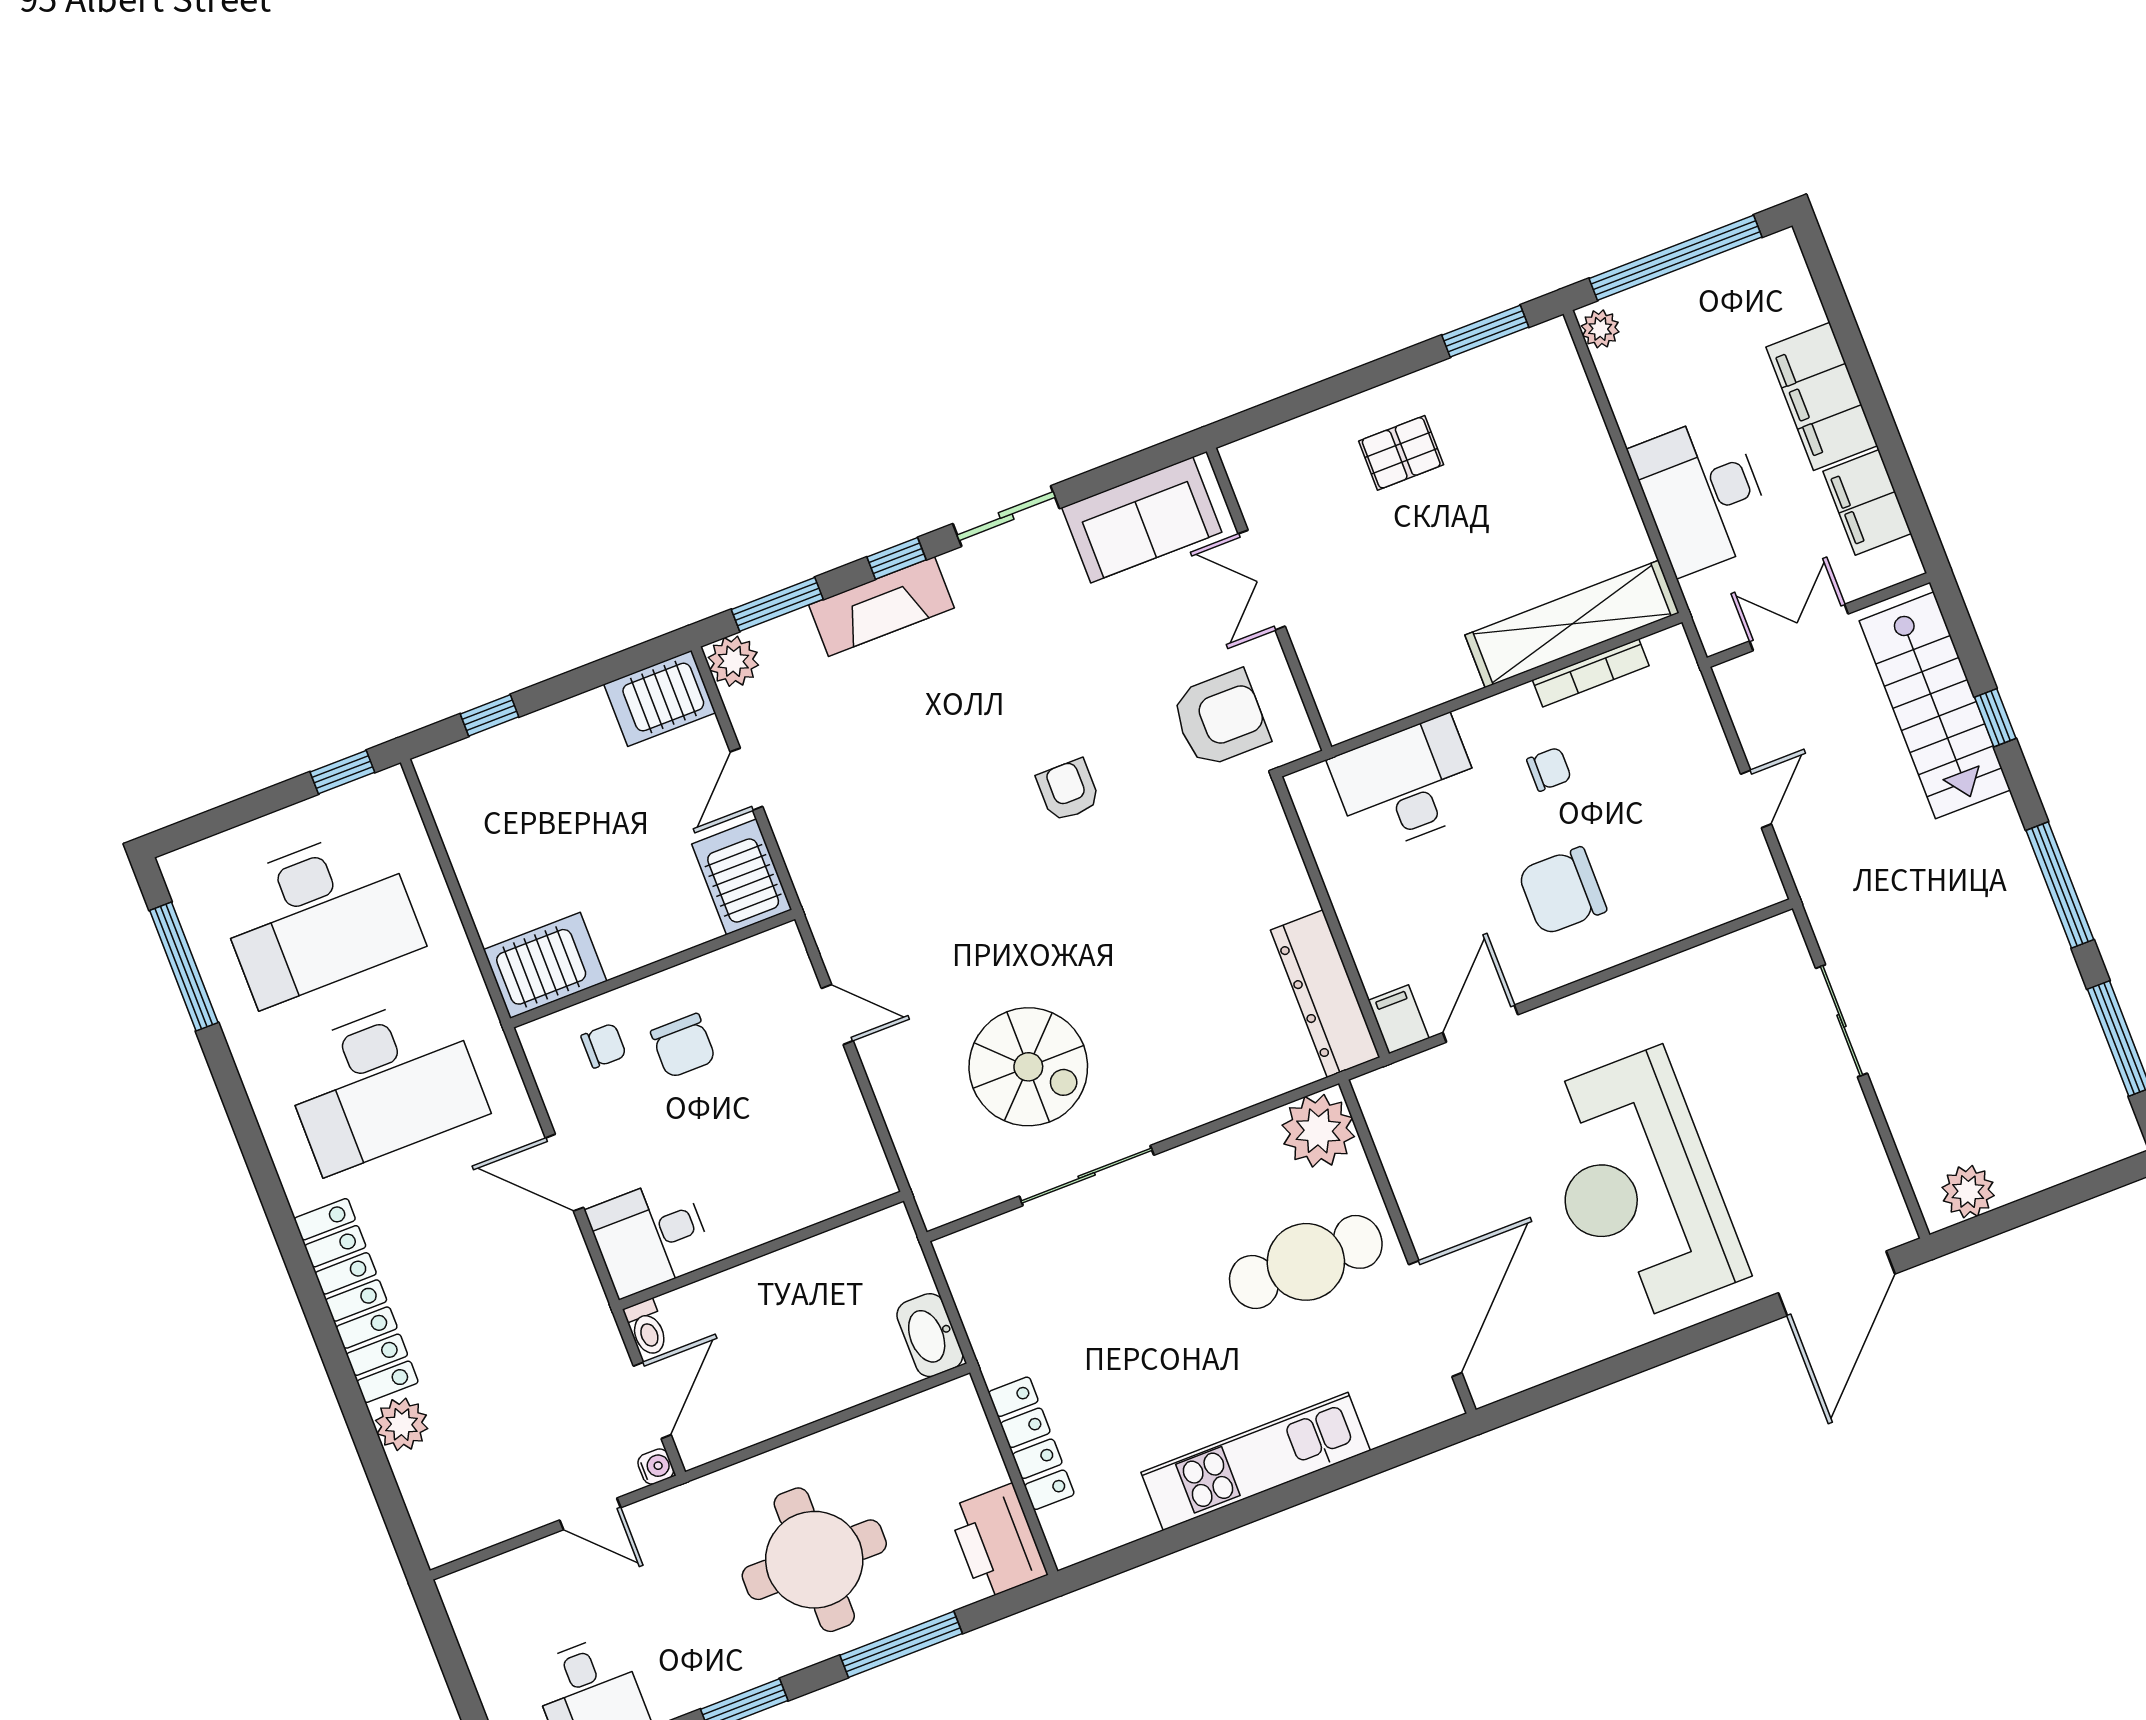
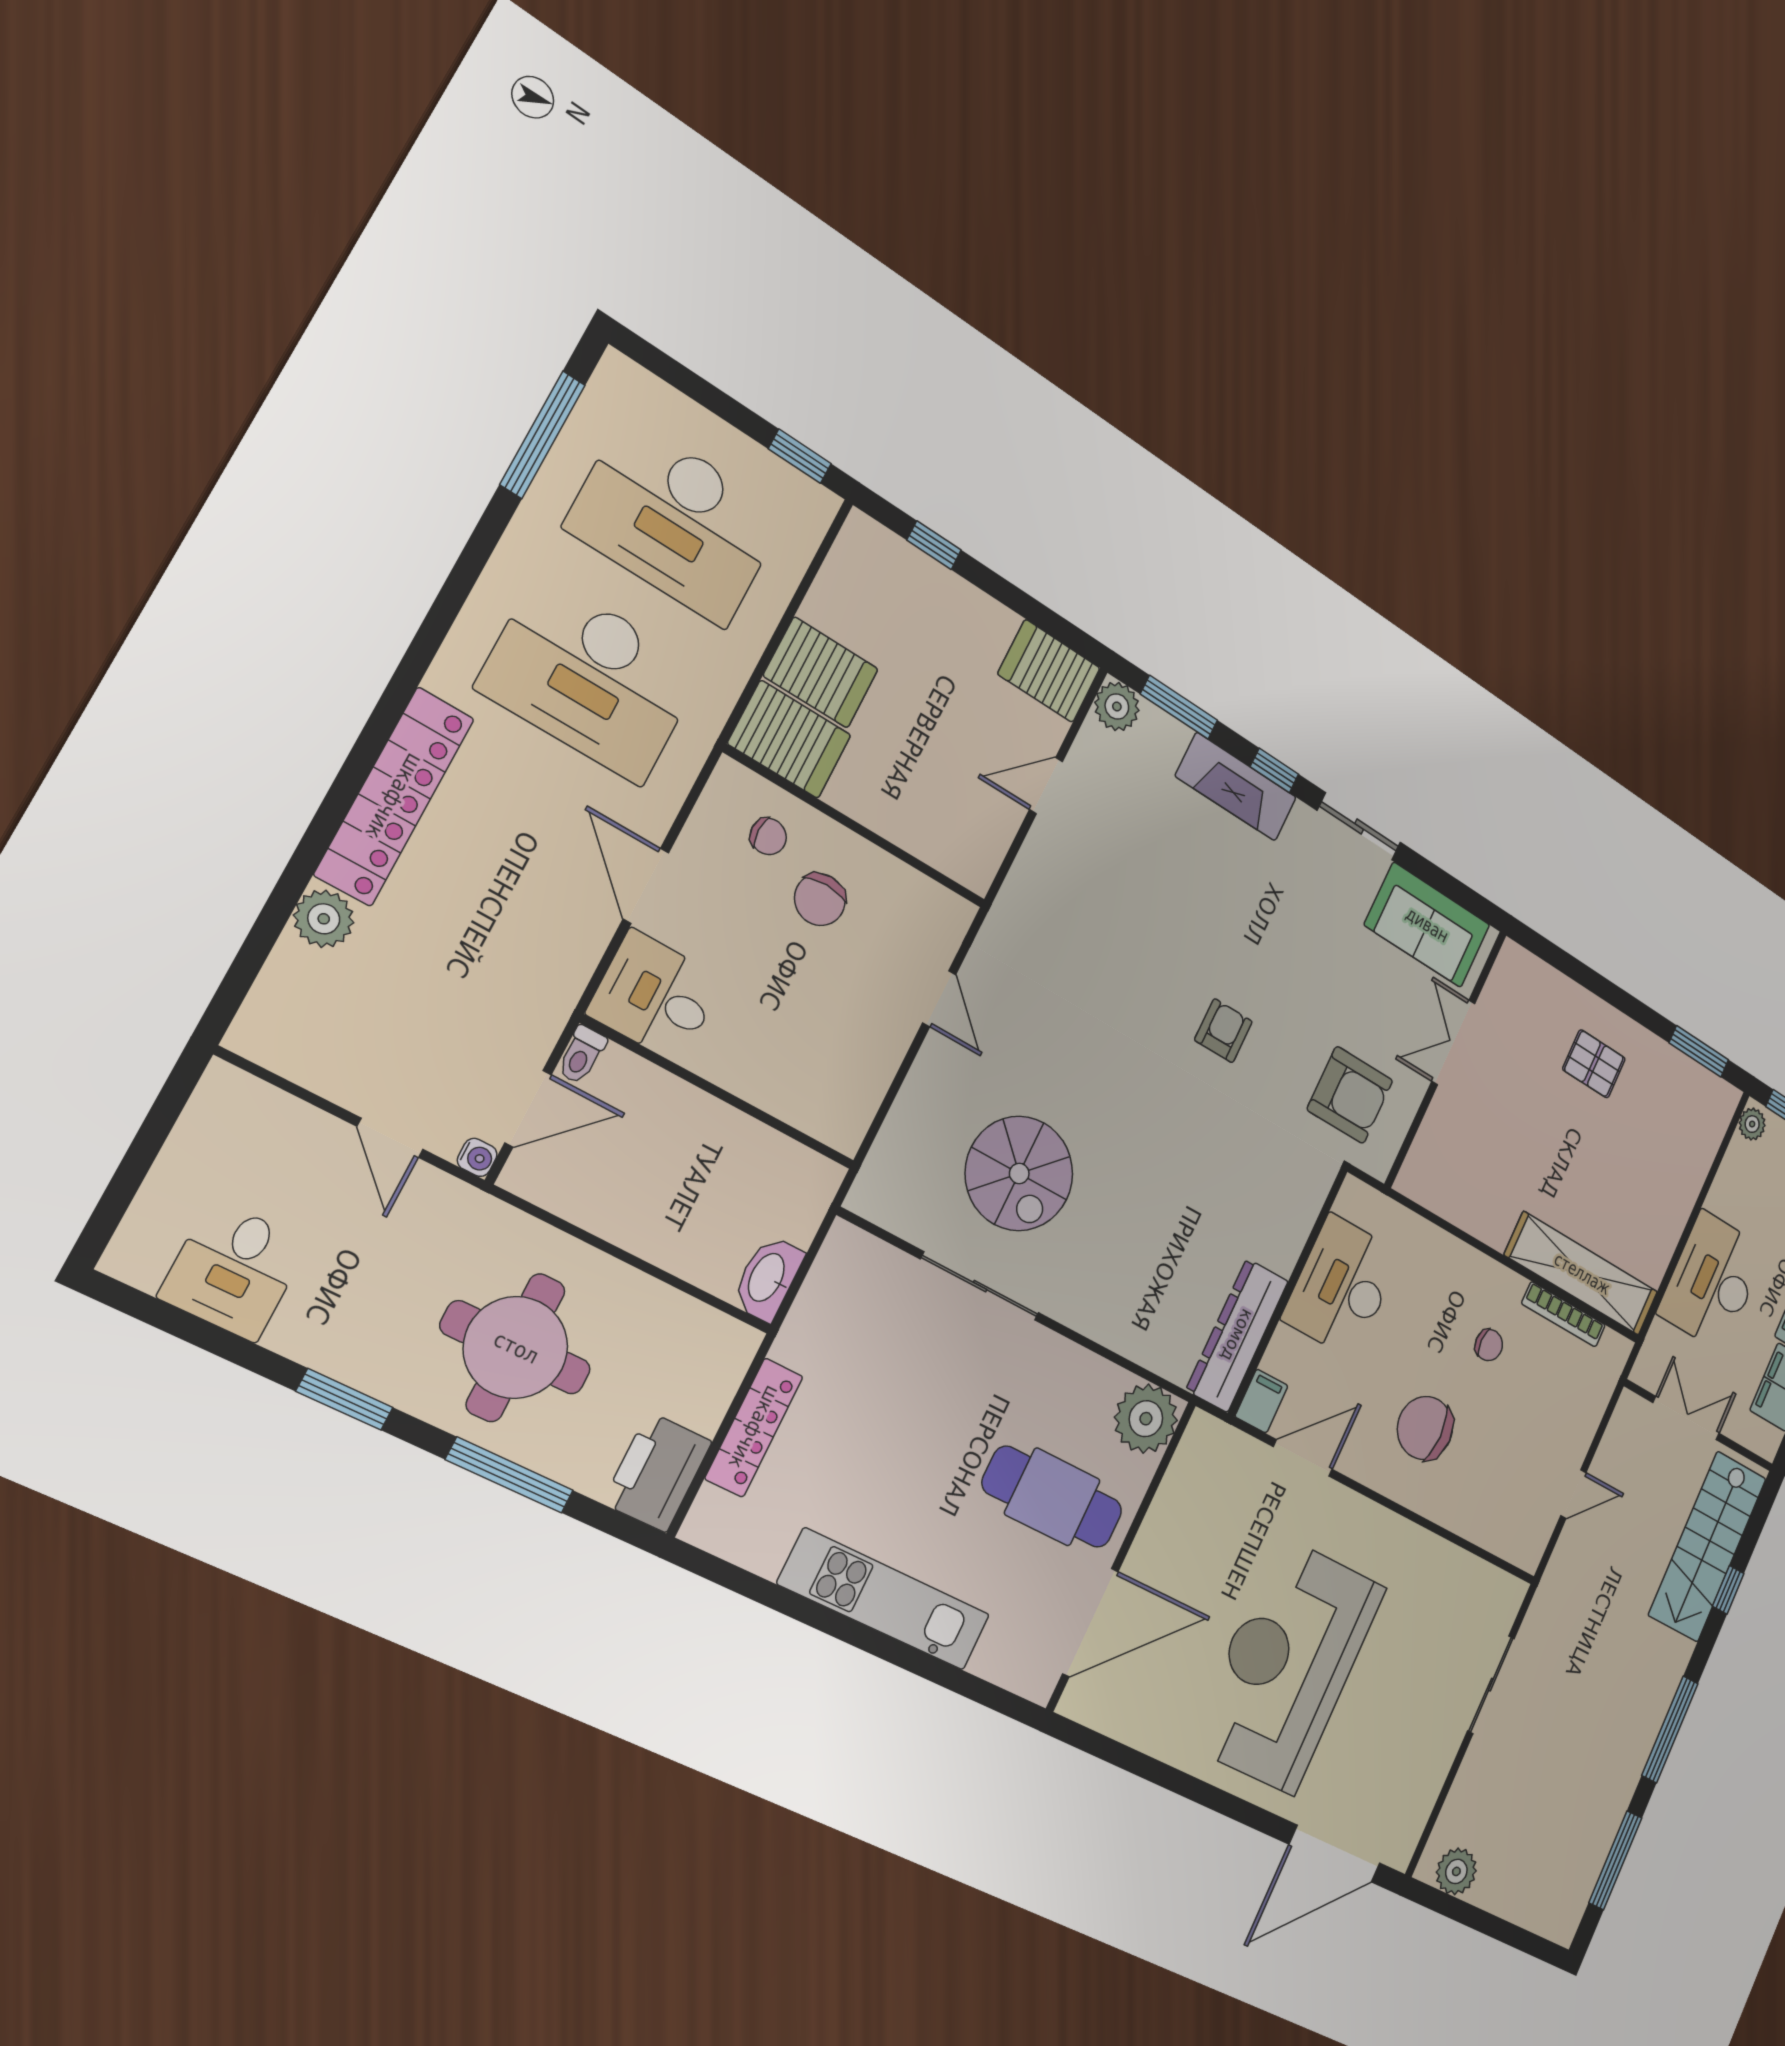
desk: (1407, 784) -> (1342, 1286), moved, turned -90
server rack: (742, 877) -> (821, 672), moved, turned 90

